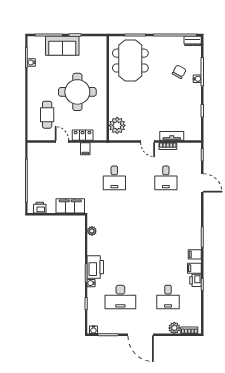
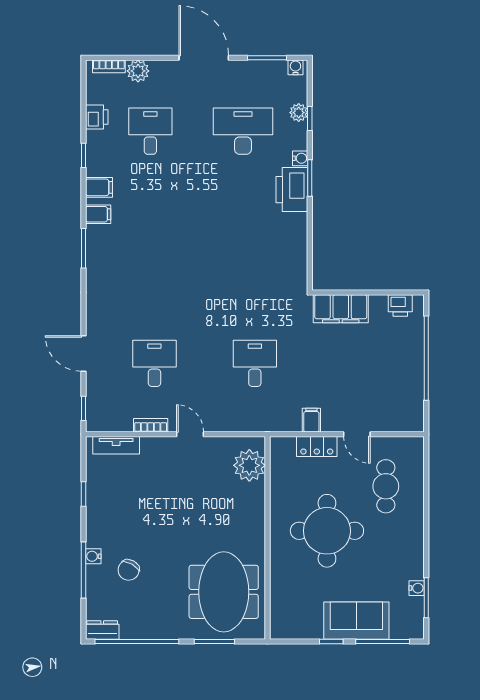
tv unit: (172, 136) -> (116, 445), moved
plant: (92, 231) -> (299, 113), moved
printer: (196, 280) -> (97, 117), moved

